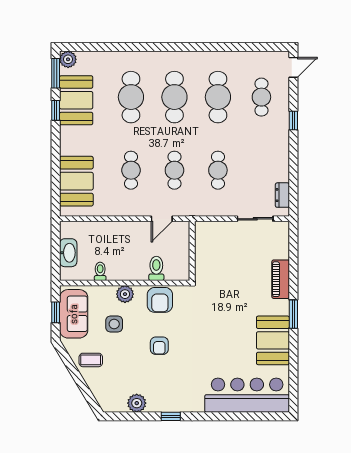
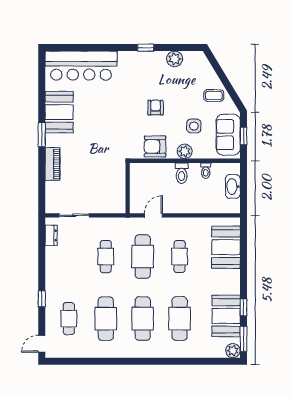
cafe table: (174, 170) -> (143, 257), width x1.37, depth x1.35
toilet: (156, 268) -> (182, 173), moved
armchair: (160, 300) -> (155, 146), turned -90

